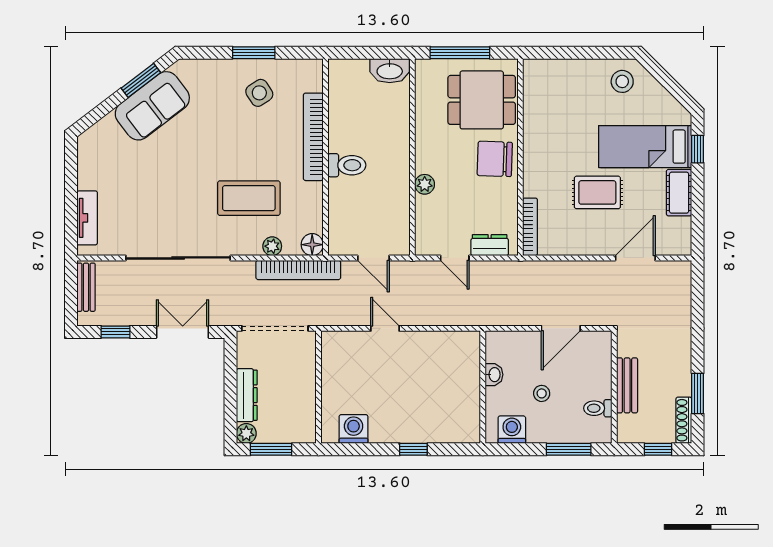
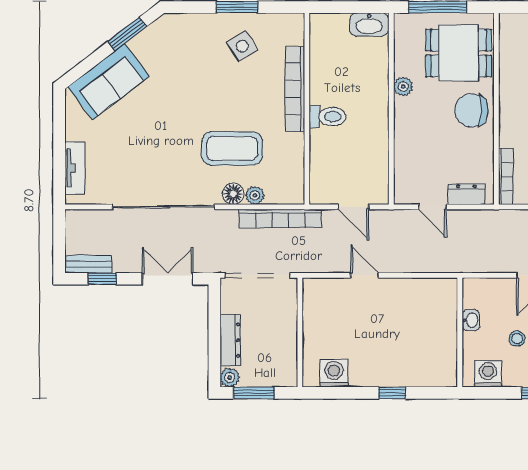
sofa: (152, 106) -> (108, 82), moved
plant: (425, 184) -> (403, 86), moved
floor lamp: (312, 245) -> (233, 194), moved
bench: (86, 287) -> (88, 264), moved, turned 90

